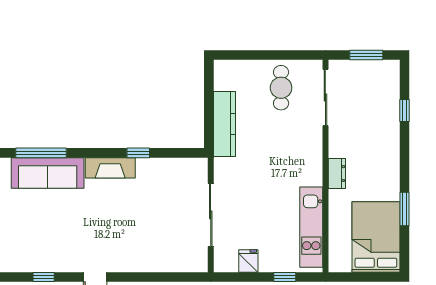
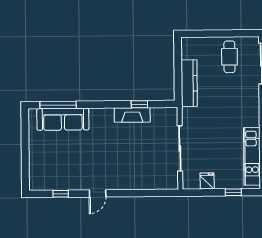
window: (138, 153) -> (139, 104), moved
fireplace: (110, 168) -> (132, 115), moved

